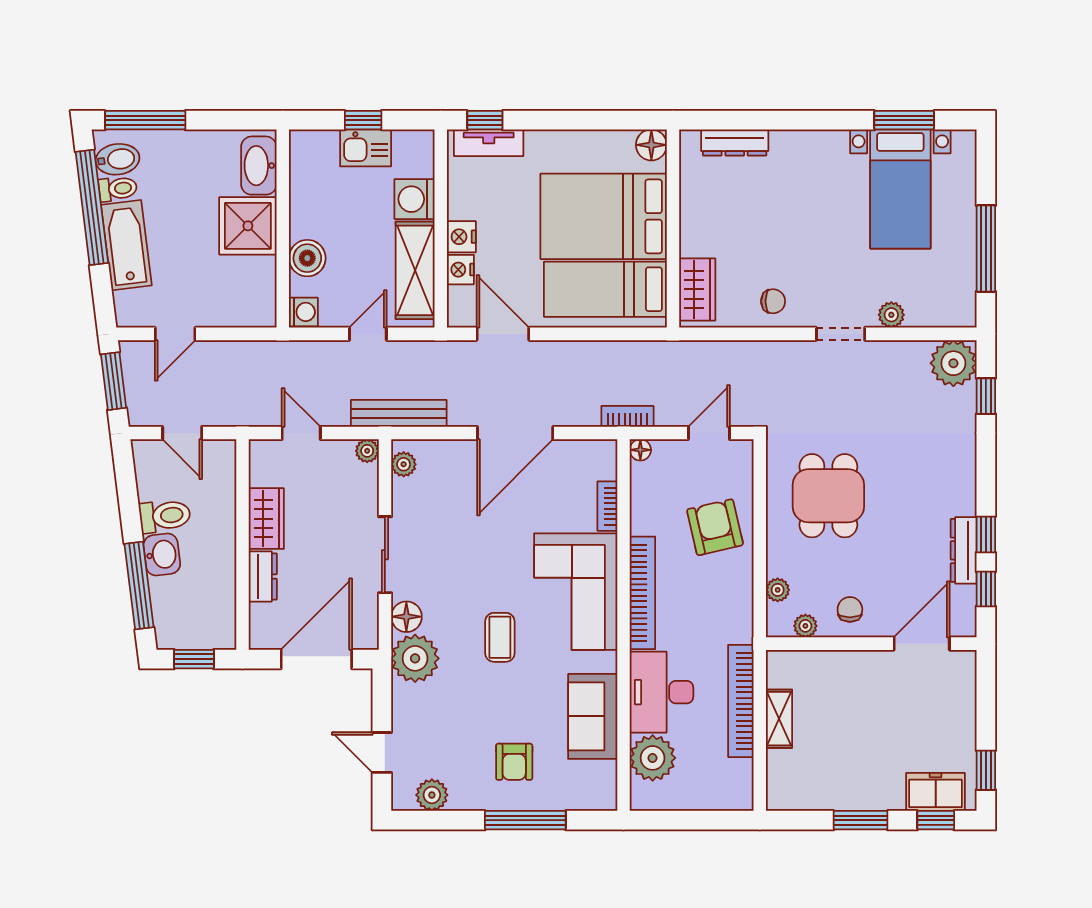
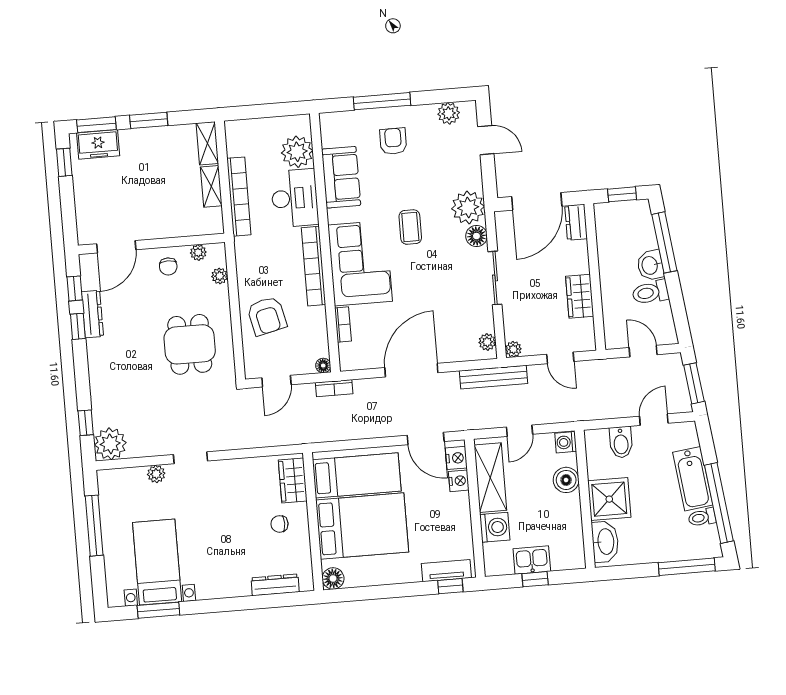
bidet: (118, 159) -> (621, 442), moved, turned -83
nightstand: (461, 237) -> (456, 458), moved
chair: (773, 301) -> (279, 524), moved
dresser: (263, 576) -> (576, 222), moved
shelving: (780, 781) -> (207, 143), added
window: (936, 820) -> (96, 125), width x1.50

